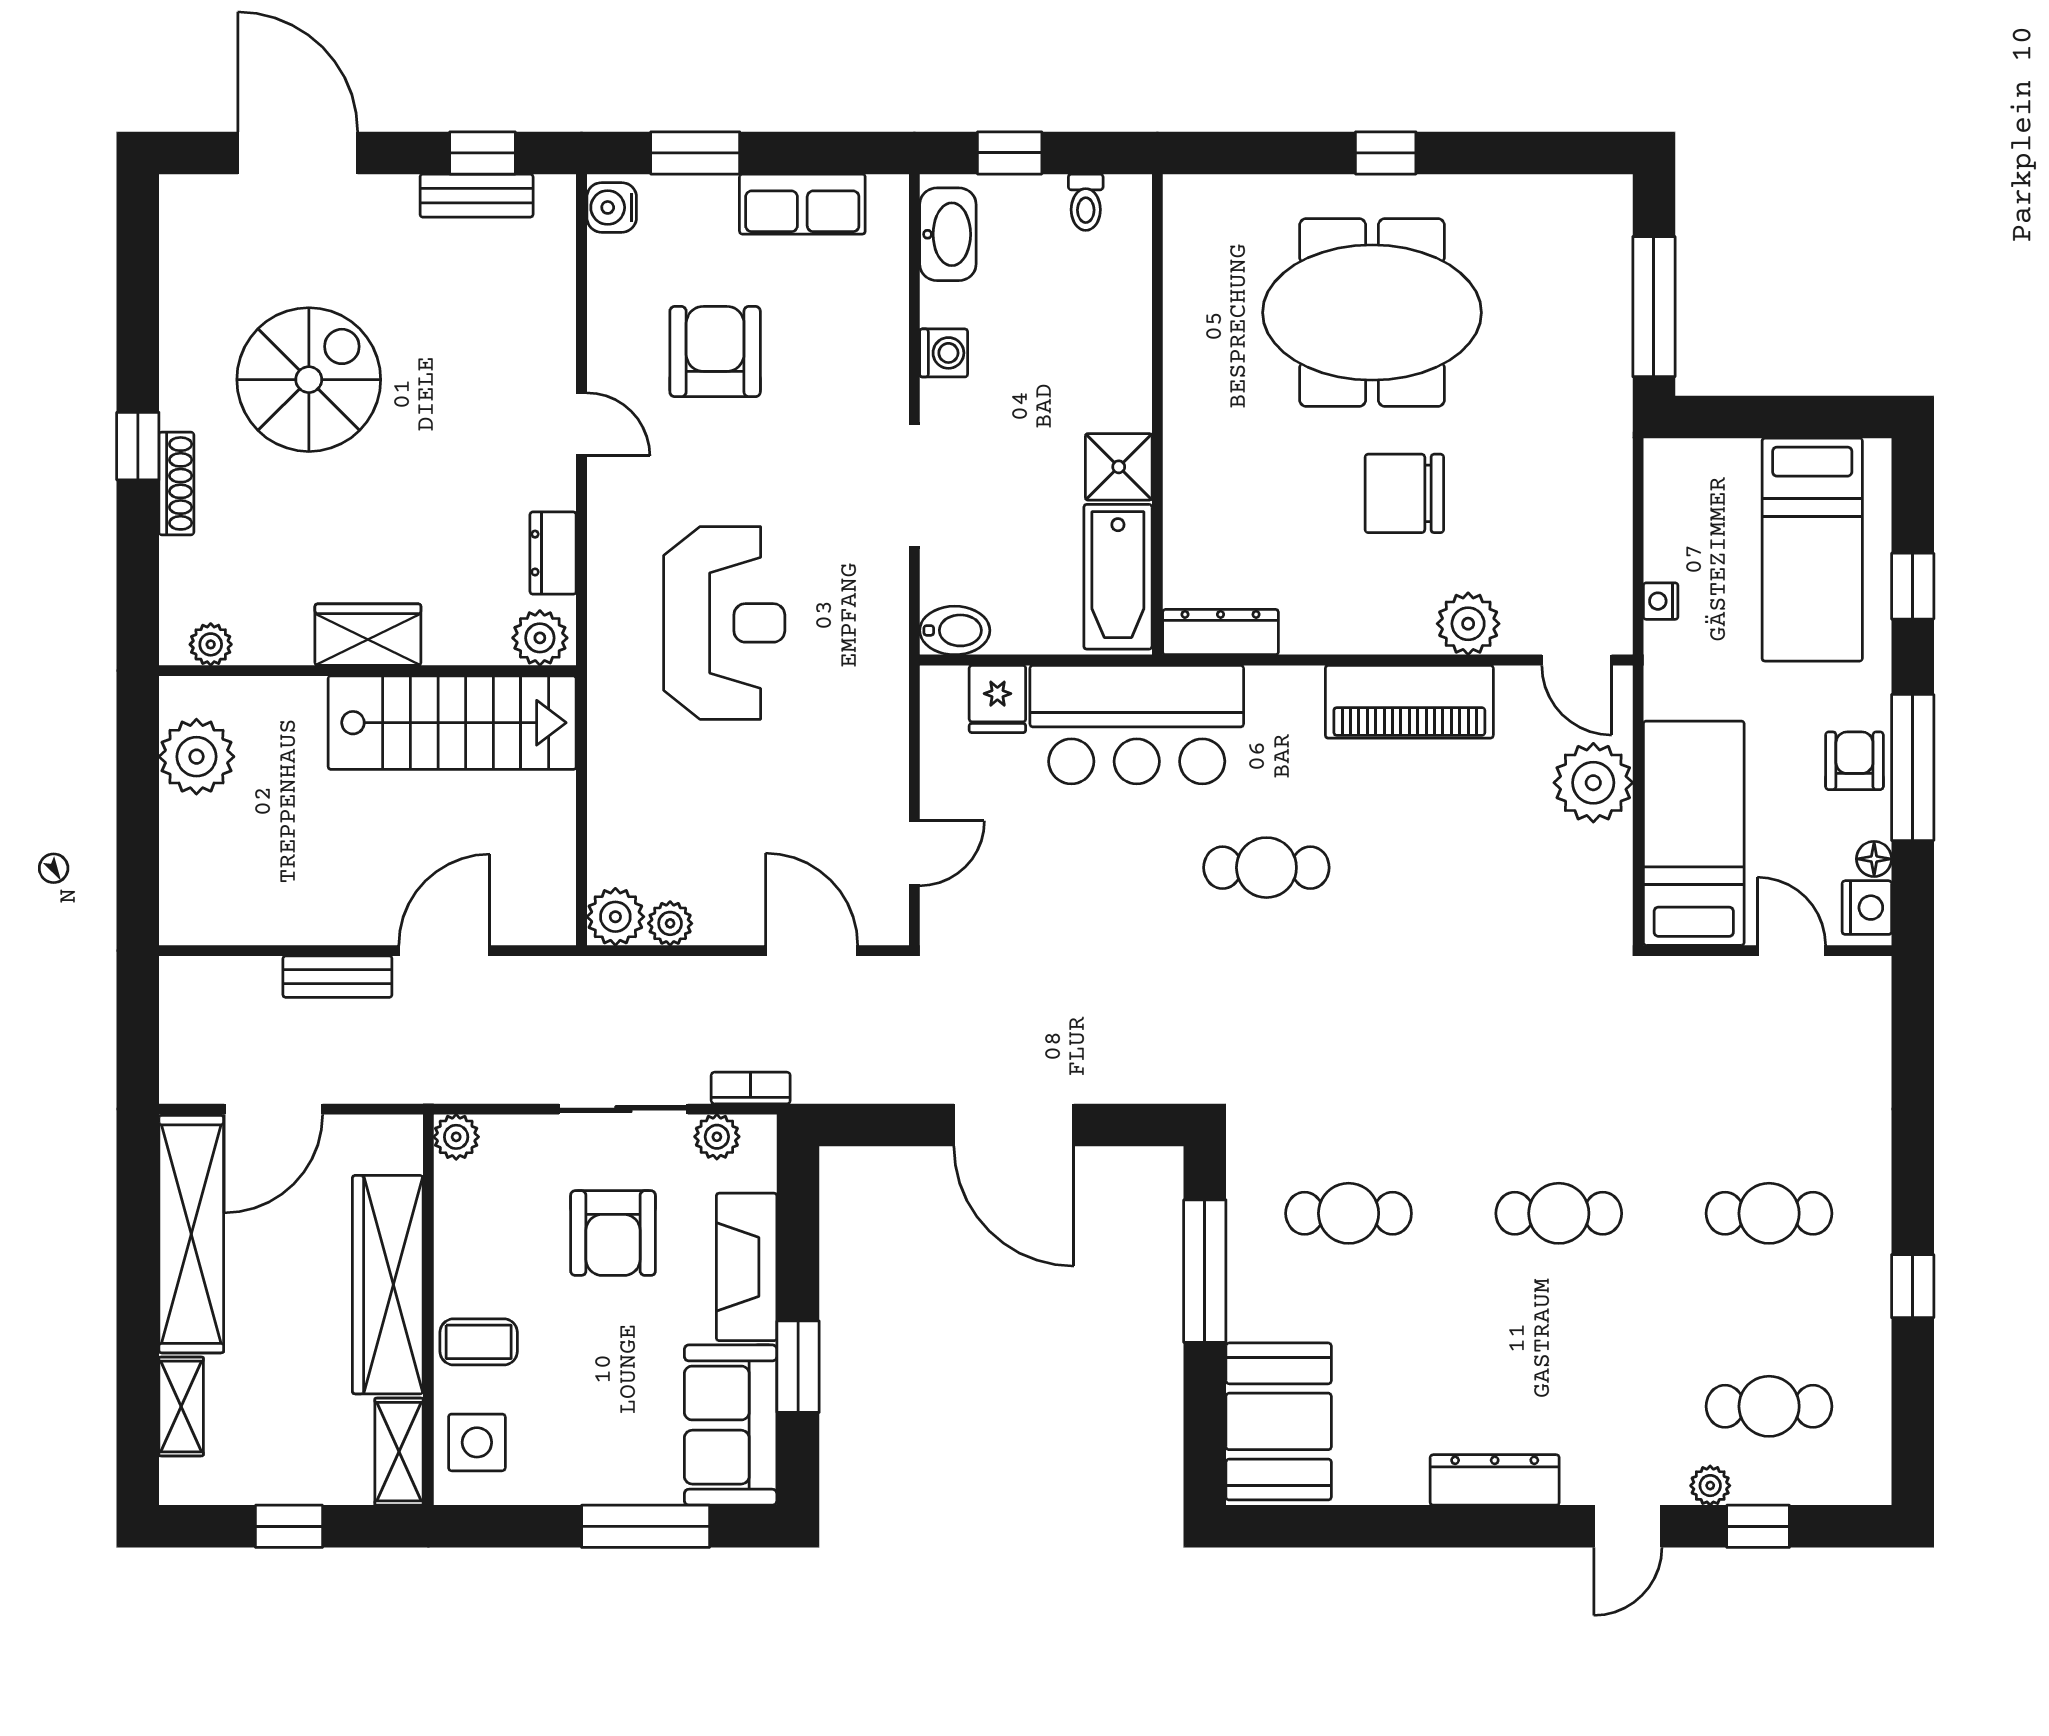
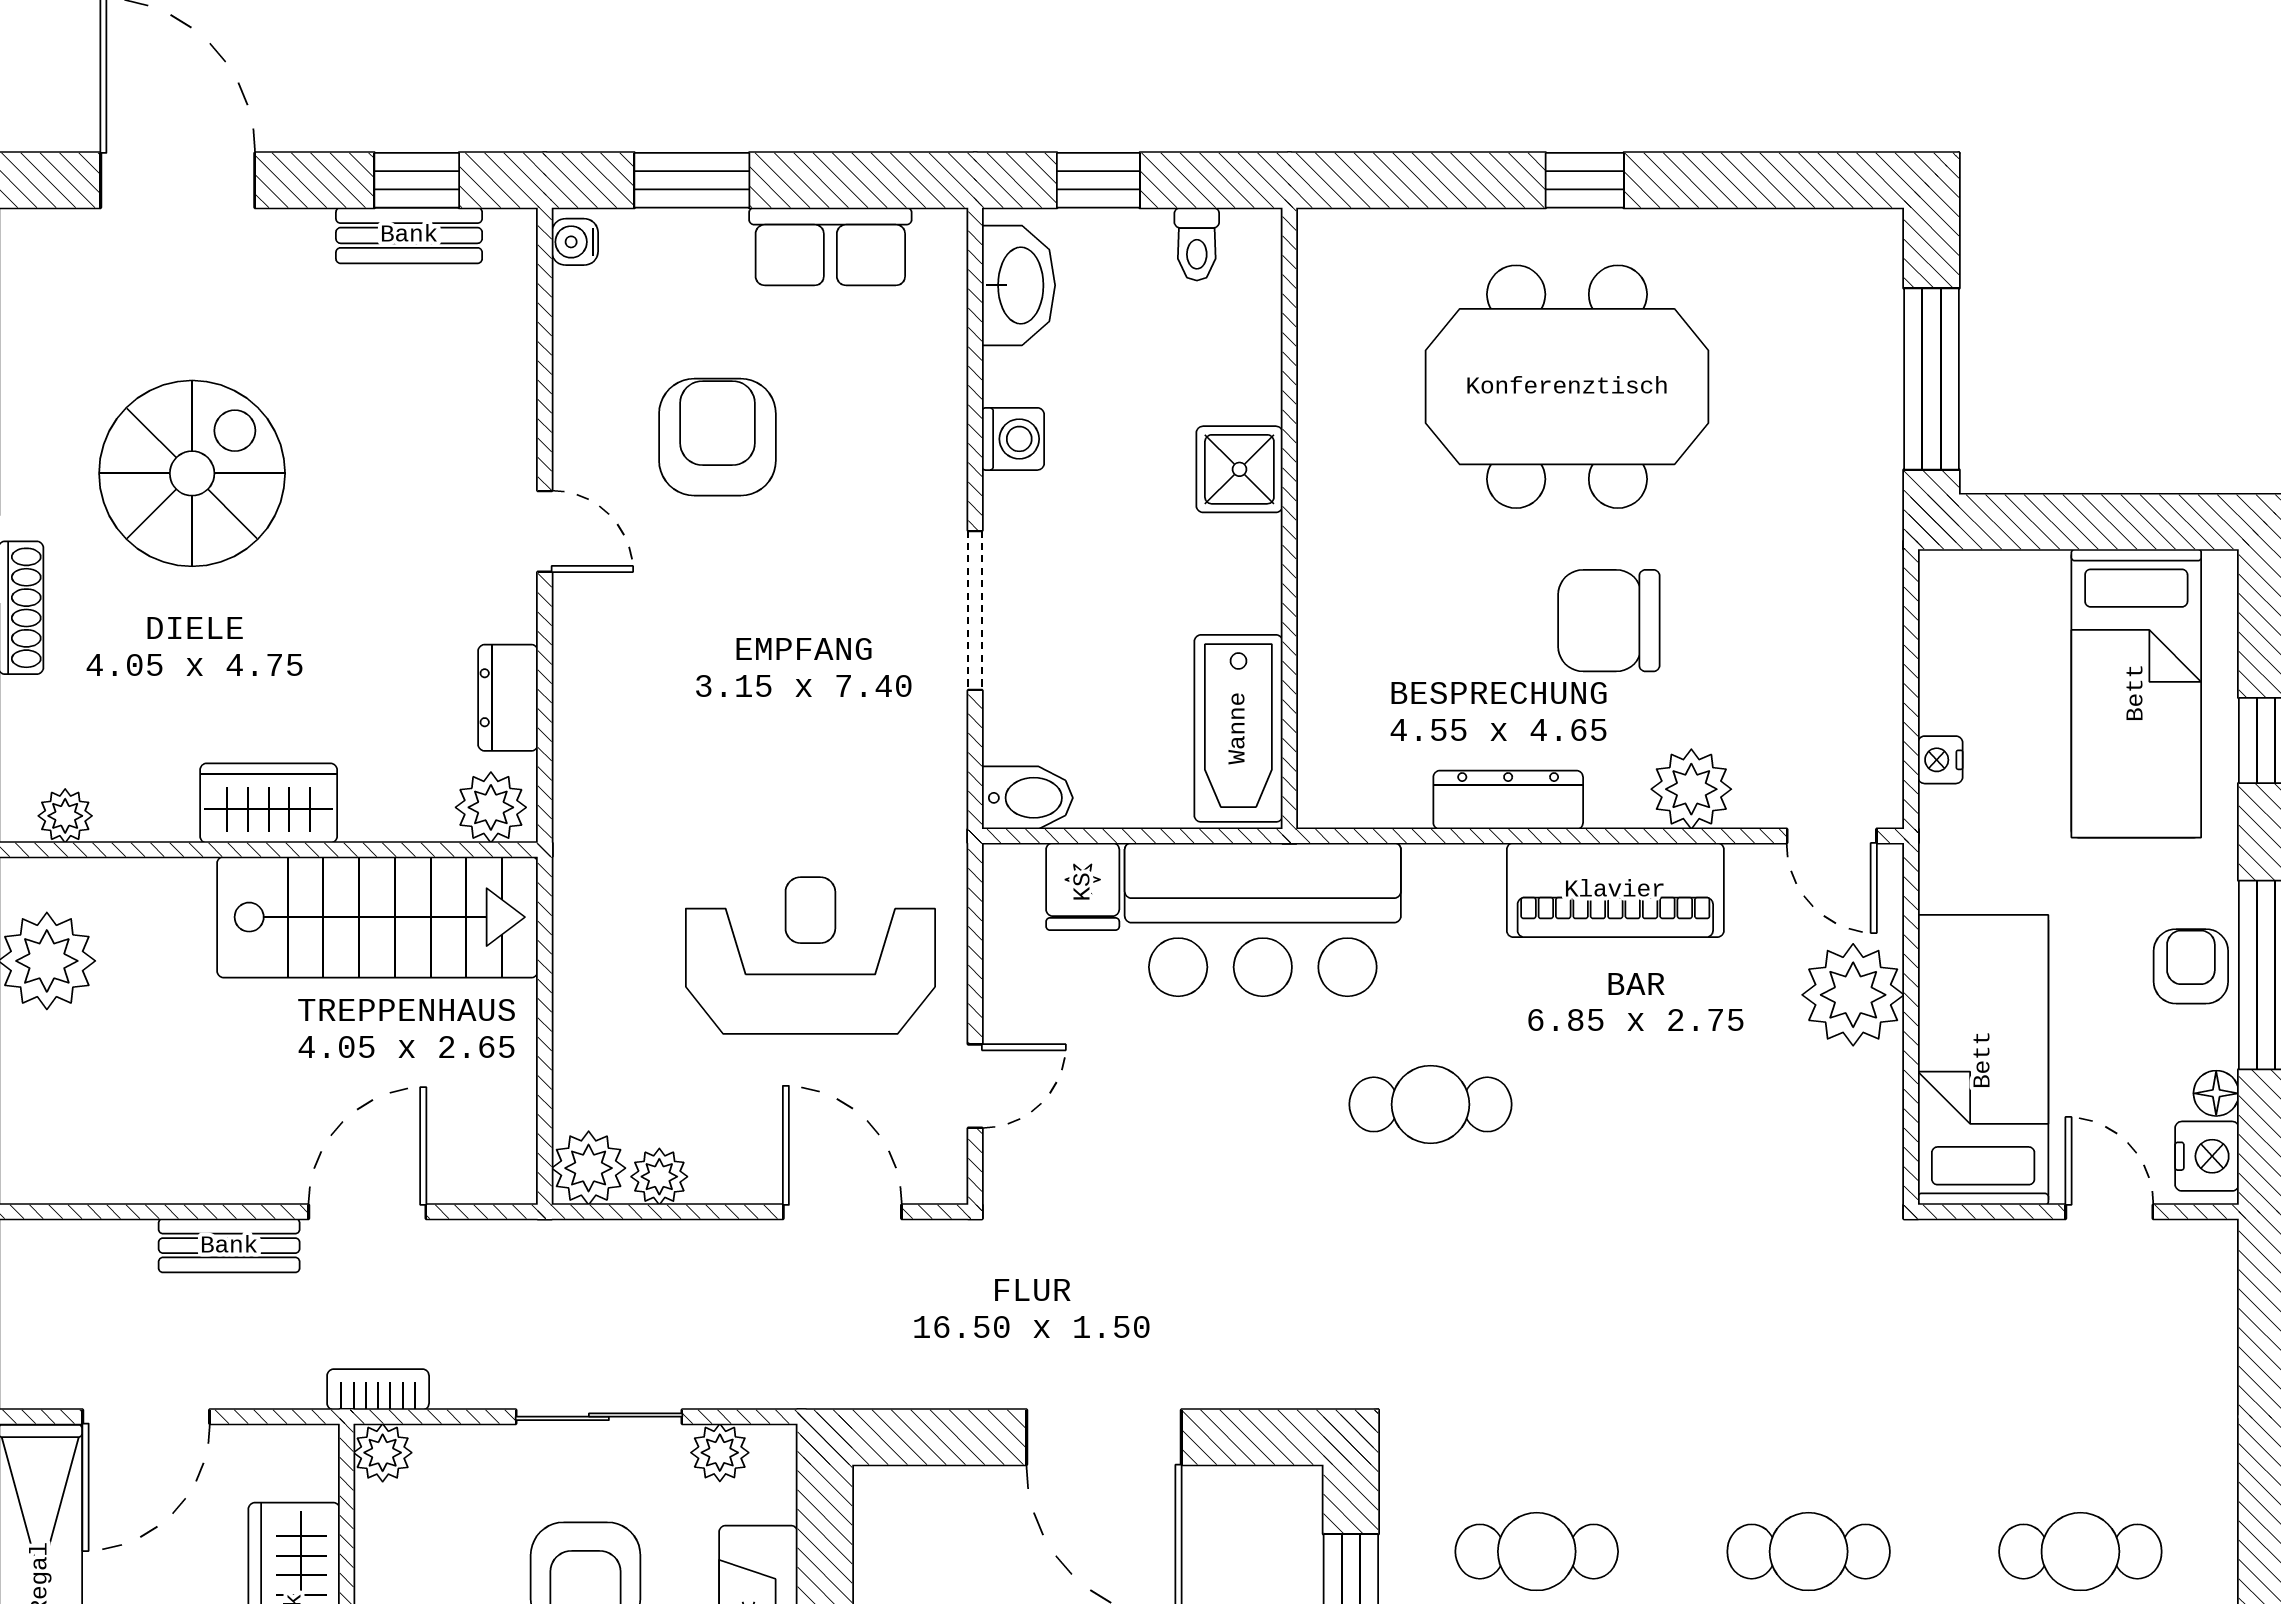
water cooler: (612, 207) -> (575, 242), width x0.72, depth x0.72
shower: (1119, 467) -> (1239, 469), moved
reception desk: (724, 623) -> (810, 956), moved, turned -90
dresser: (1221, 632) -> (1508, 800), moved
bookcase: (751, 1088) -> (378, 1390), moved

